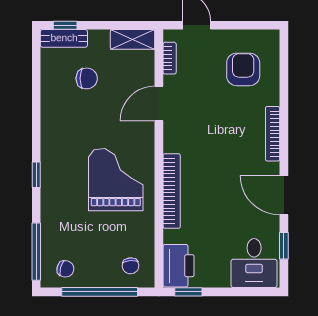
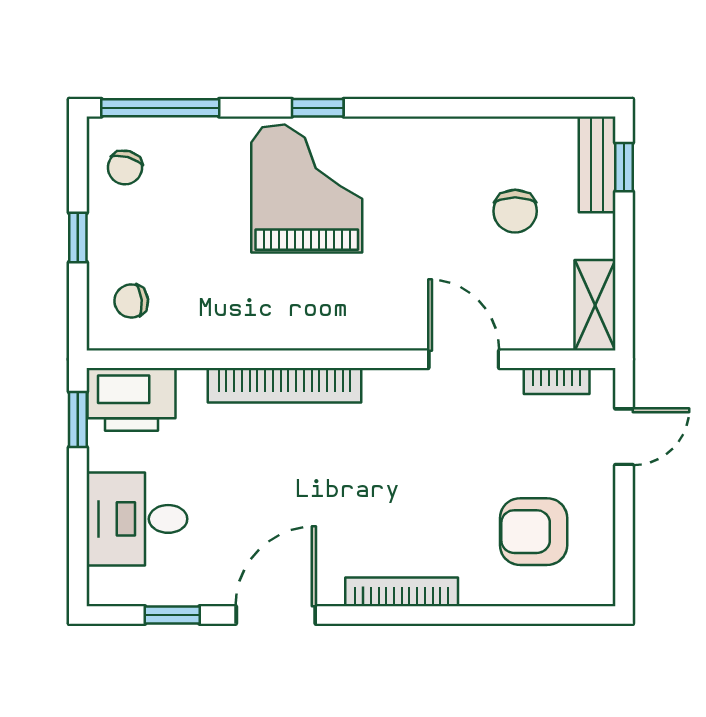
armchair: (243, 69) -> (534, 532), turned 180
grand piano: (116, 180) -> (307, 188), moved, turned -90
desk: (254, 263) -> (137, 519), moved
window: (100, 292) -> (78, 237), width x0.32

